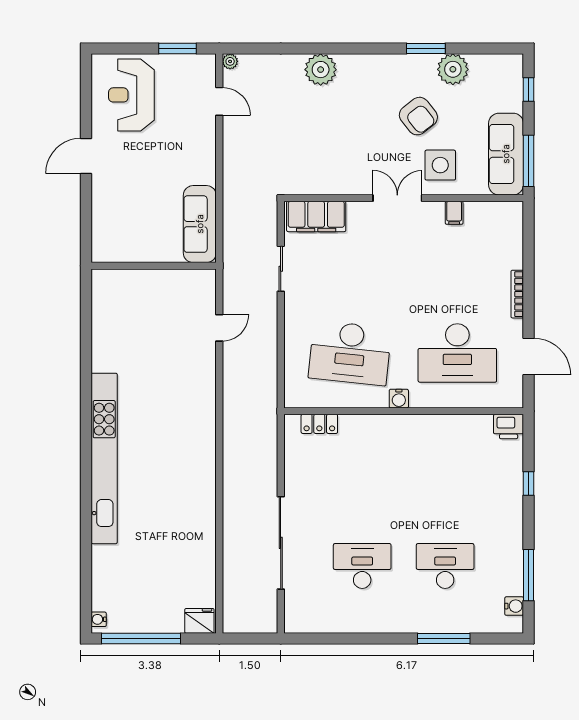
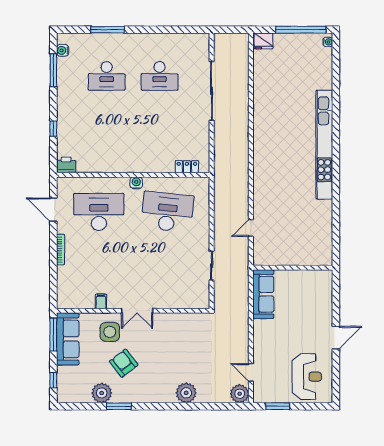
plant: (230, 61) -> (240, 394), width x1.87, depth x1.87
filing cabinet: (316, 216) -> (189, 299), removed

